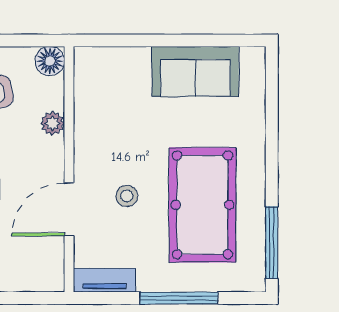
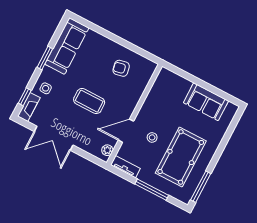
floor lamp: (50, 61) -> (150, 67), removed
plant: (52, 123) -> (107, 150), moved

